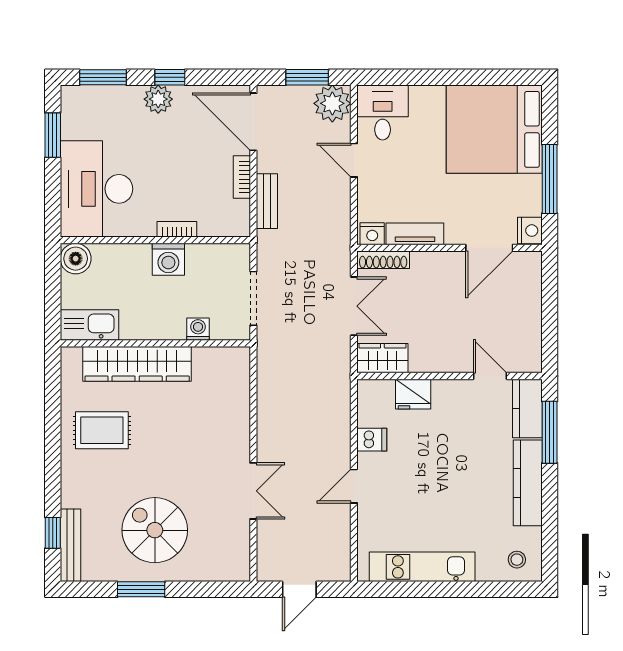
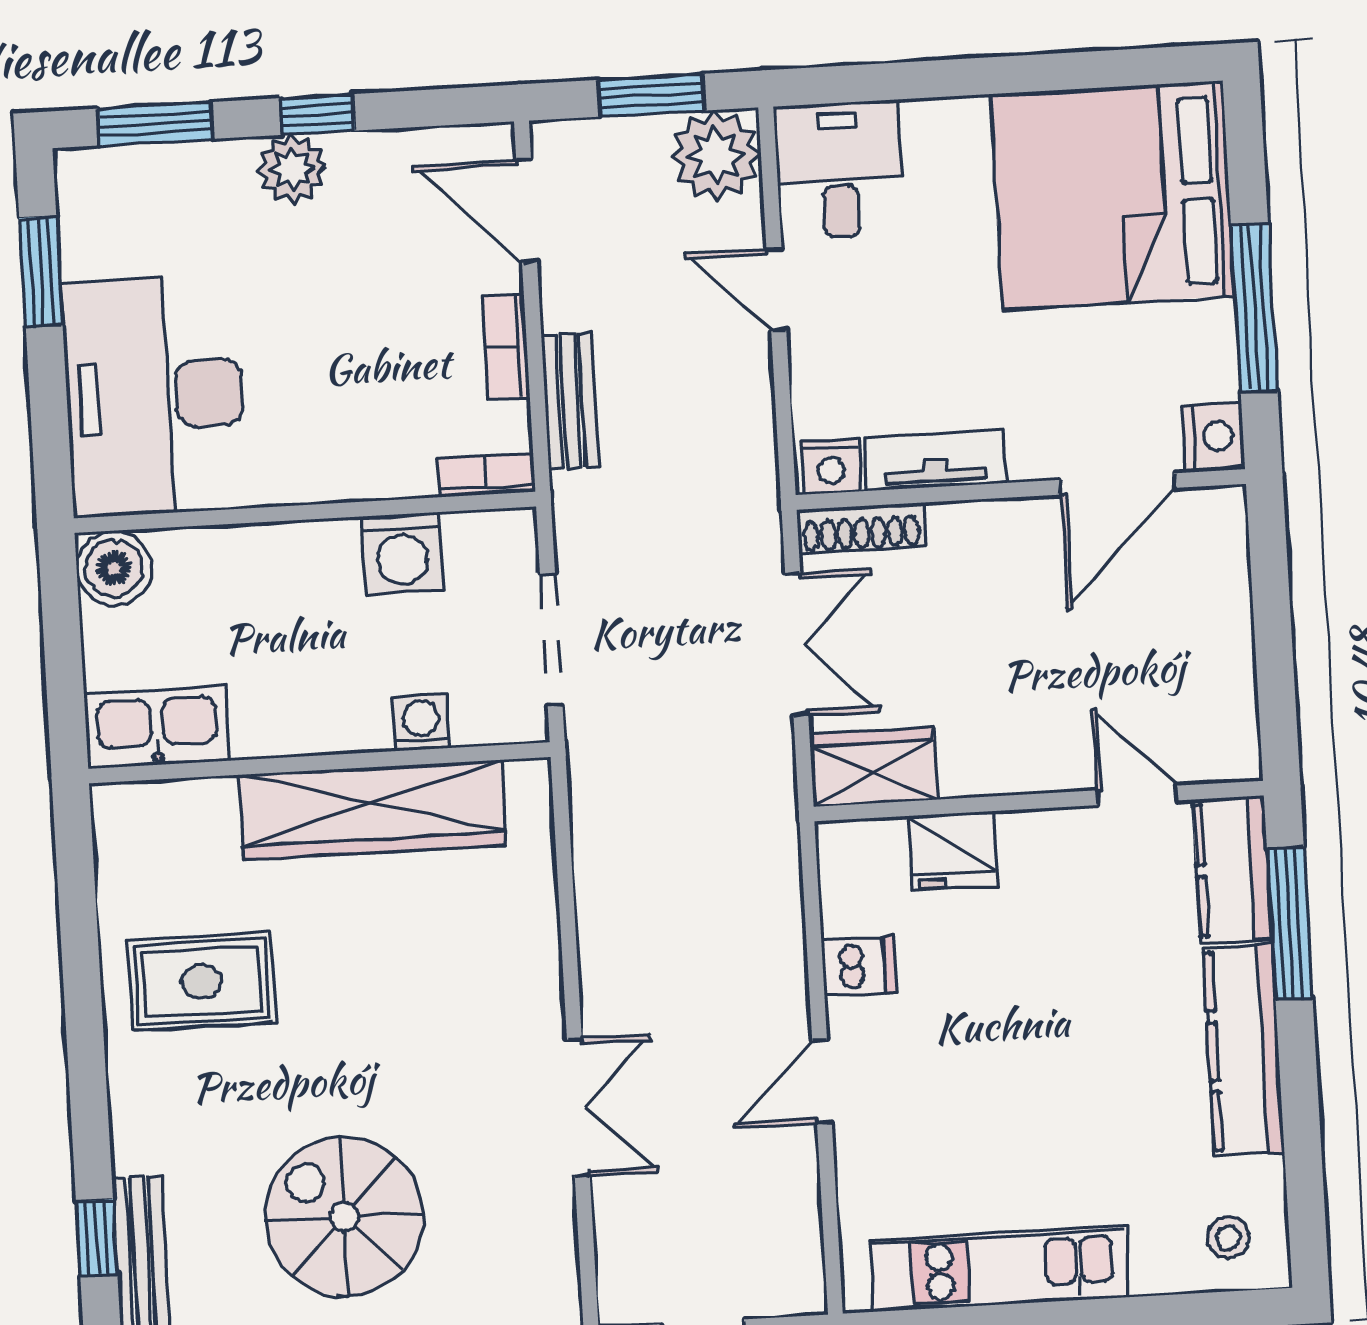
door: (253, 122) -> (527, 211), width x0.73
bookcase: (177, 229) -> (487, 475), moved
washing machine: (168, 259) -> (402, 553), moved
wardrobe: (137, 364) -> (373, 810), moved

